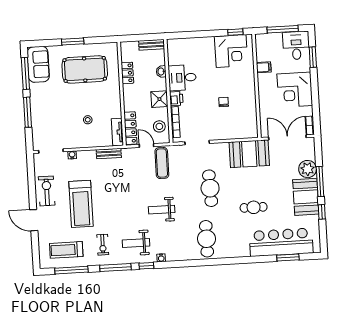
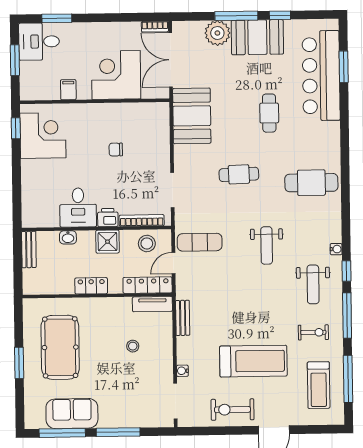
window: (283, 29) -> (15, 60), width x0.69
sofa: (38, 64) -> (72, 414), moved
locker: (127, 73) -> (91, 286), moved
corner desk: (295, 90) -> (116, 75), moved, turned 180
cafe table: (210, 188) -> (239, 174), width x0.73, depth x0.74

